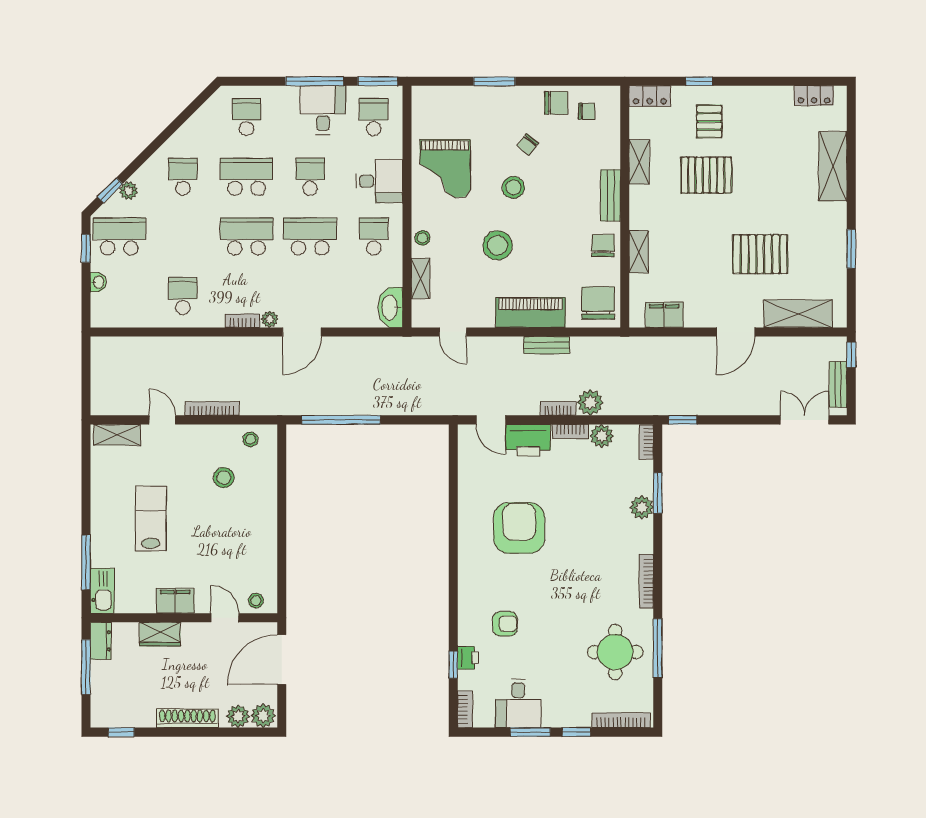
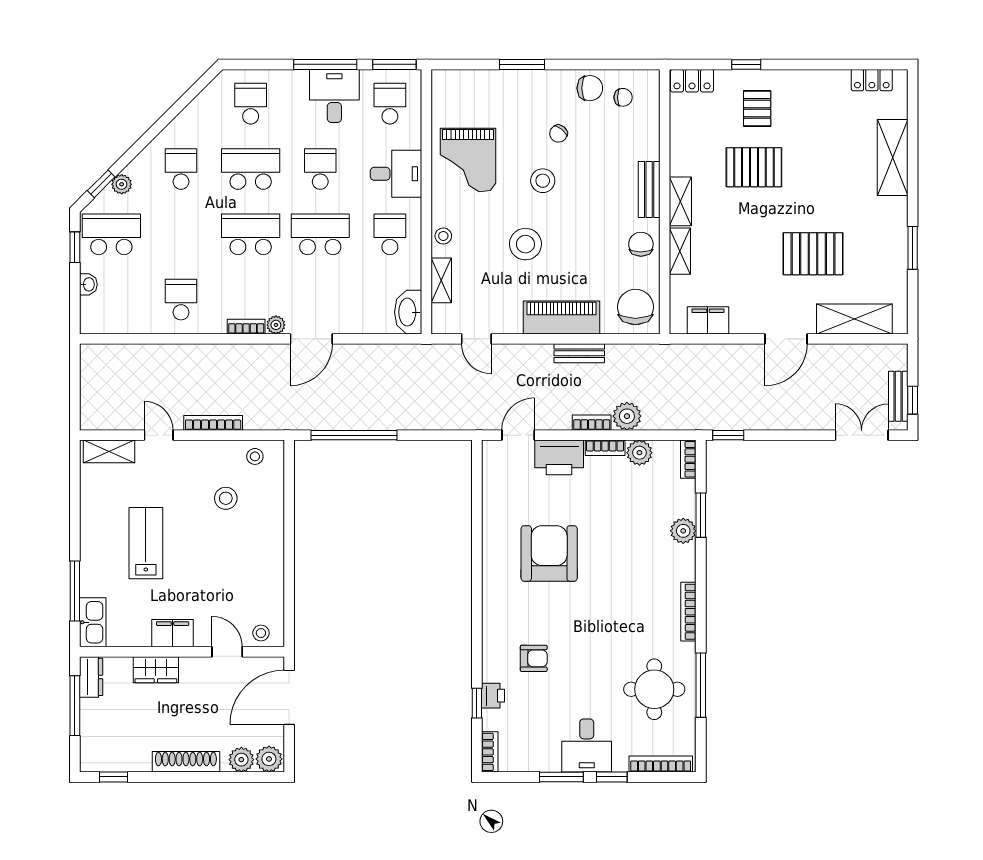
shelving: (639, 162) -> (680, 201), moved
window: (851, 355) -> (913, 400), moved
door: (491, 420) -> (518, 435), swing flipped
desk: (518, 703) -> (587, 745), moved

